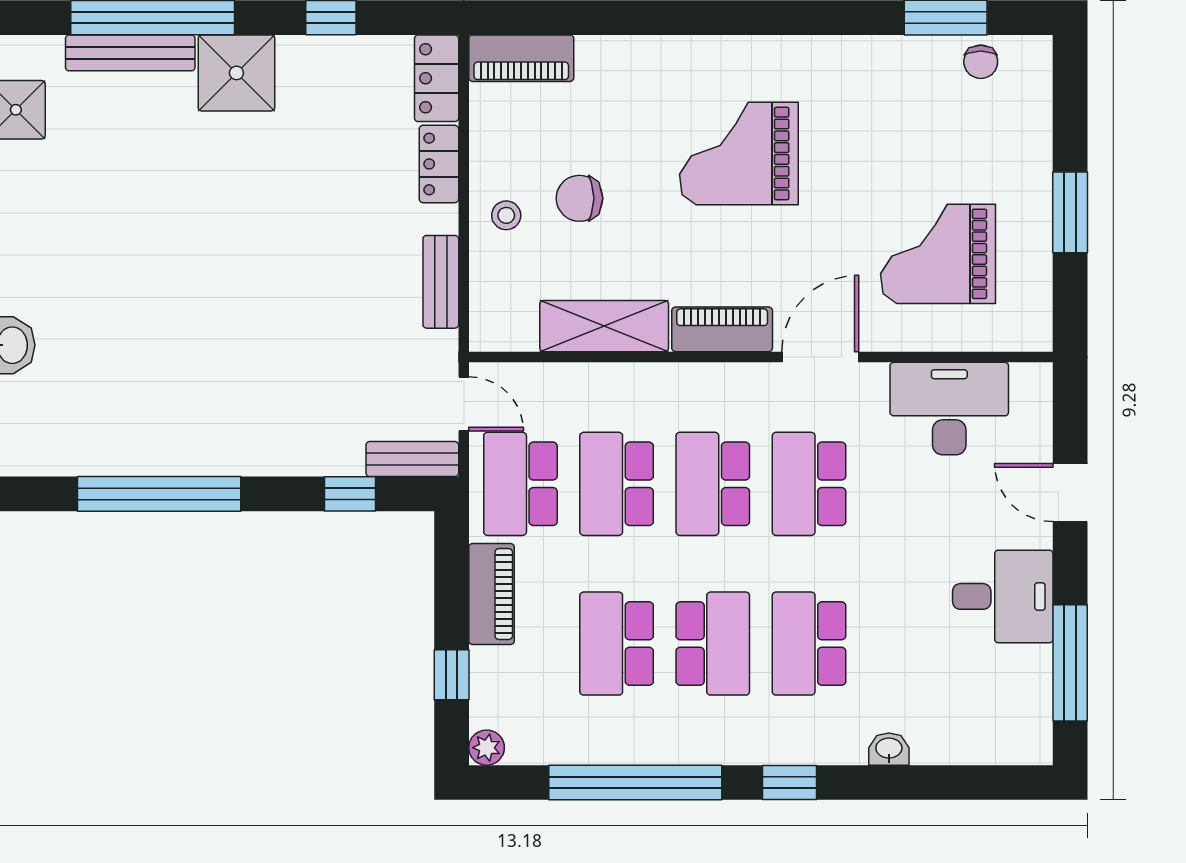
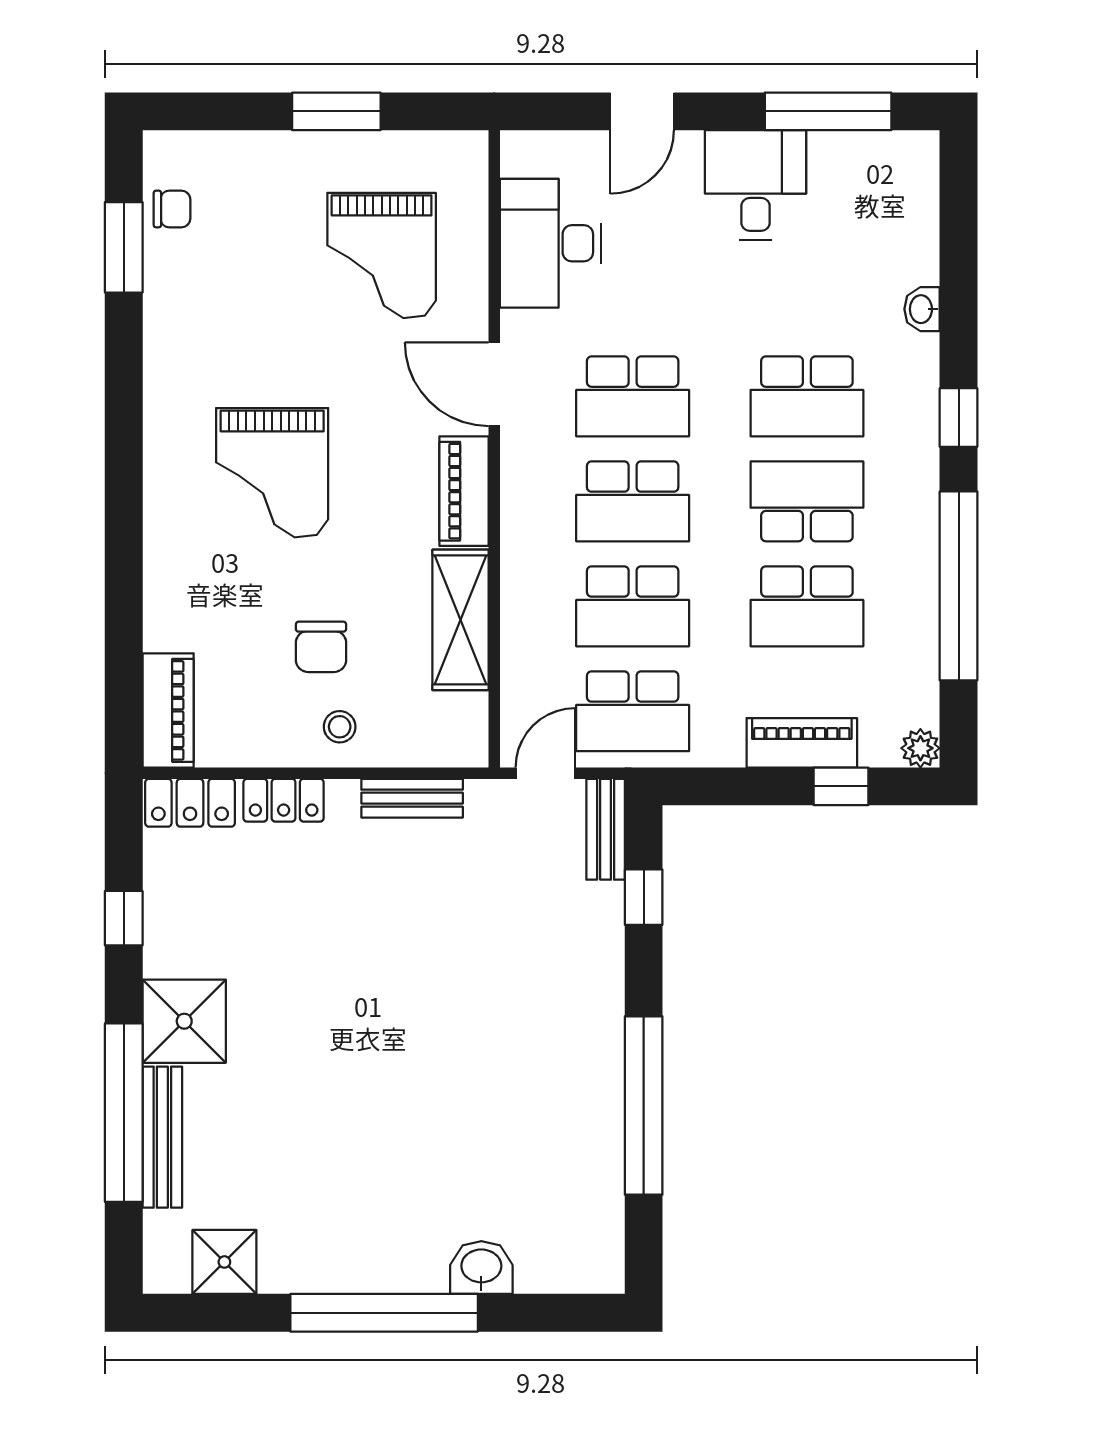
piano: (492, 594) -> (802, 743), moved

